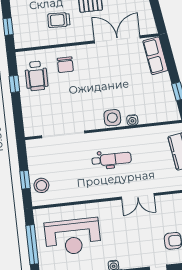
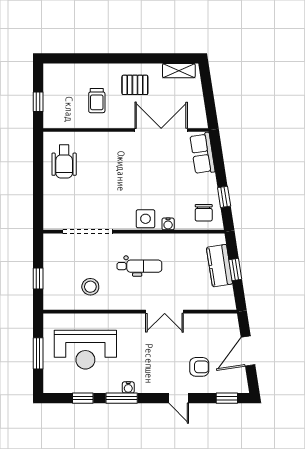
trolley: (59, 20) -> (97, 101), turned -92
chair: (65, 65) -> (204, 213), moved
window: (14, 84) -> (38, 168), removed
stool: (41, 185) -> (90, 287), moved
window: (32, 245) -> (38, 353), width x0.69

